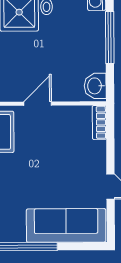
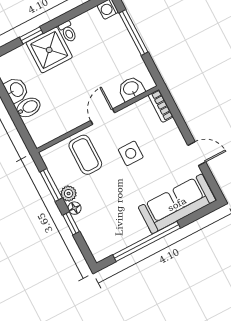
washbasin: (95, 86) -> (131, 89), moved, turned 90
side table: (46, 153) -> (131, 153), added

